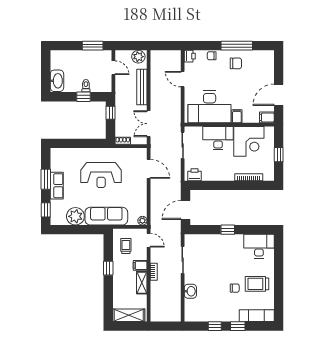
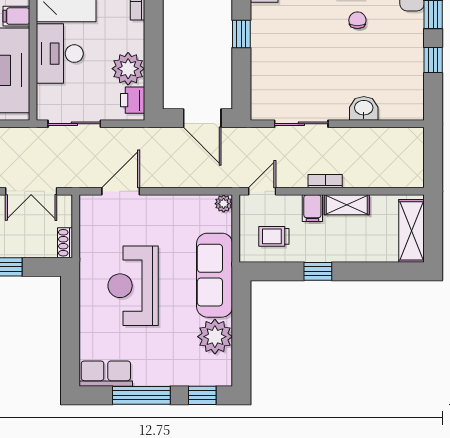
plant: (210, 173) -> (128, 69), added
reception desk: (101, 175) -> (133, 286), turned 180
window: (46, 179) -> (141, 395), width x1.44
row of seats: (57, 186) -> (106, 374), moved

